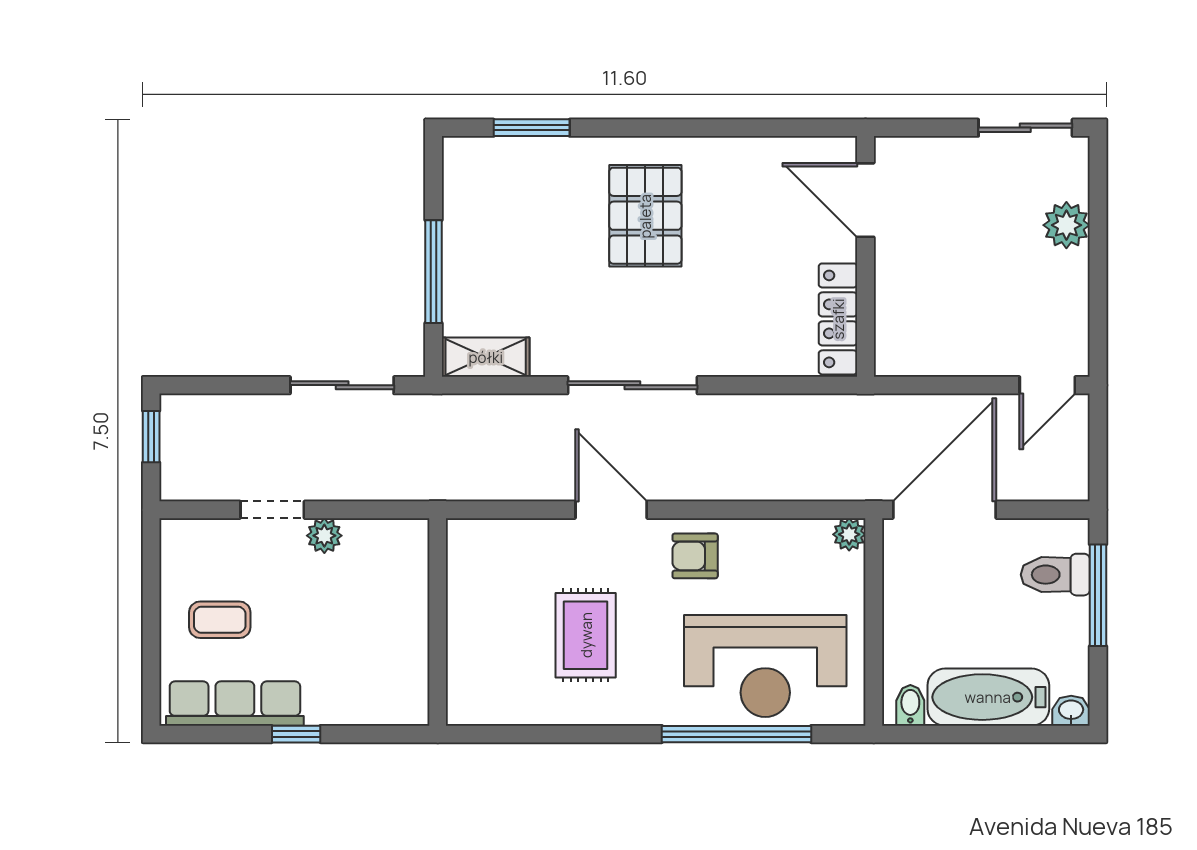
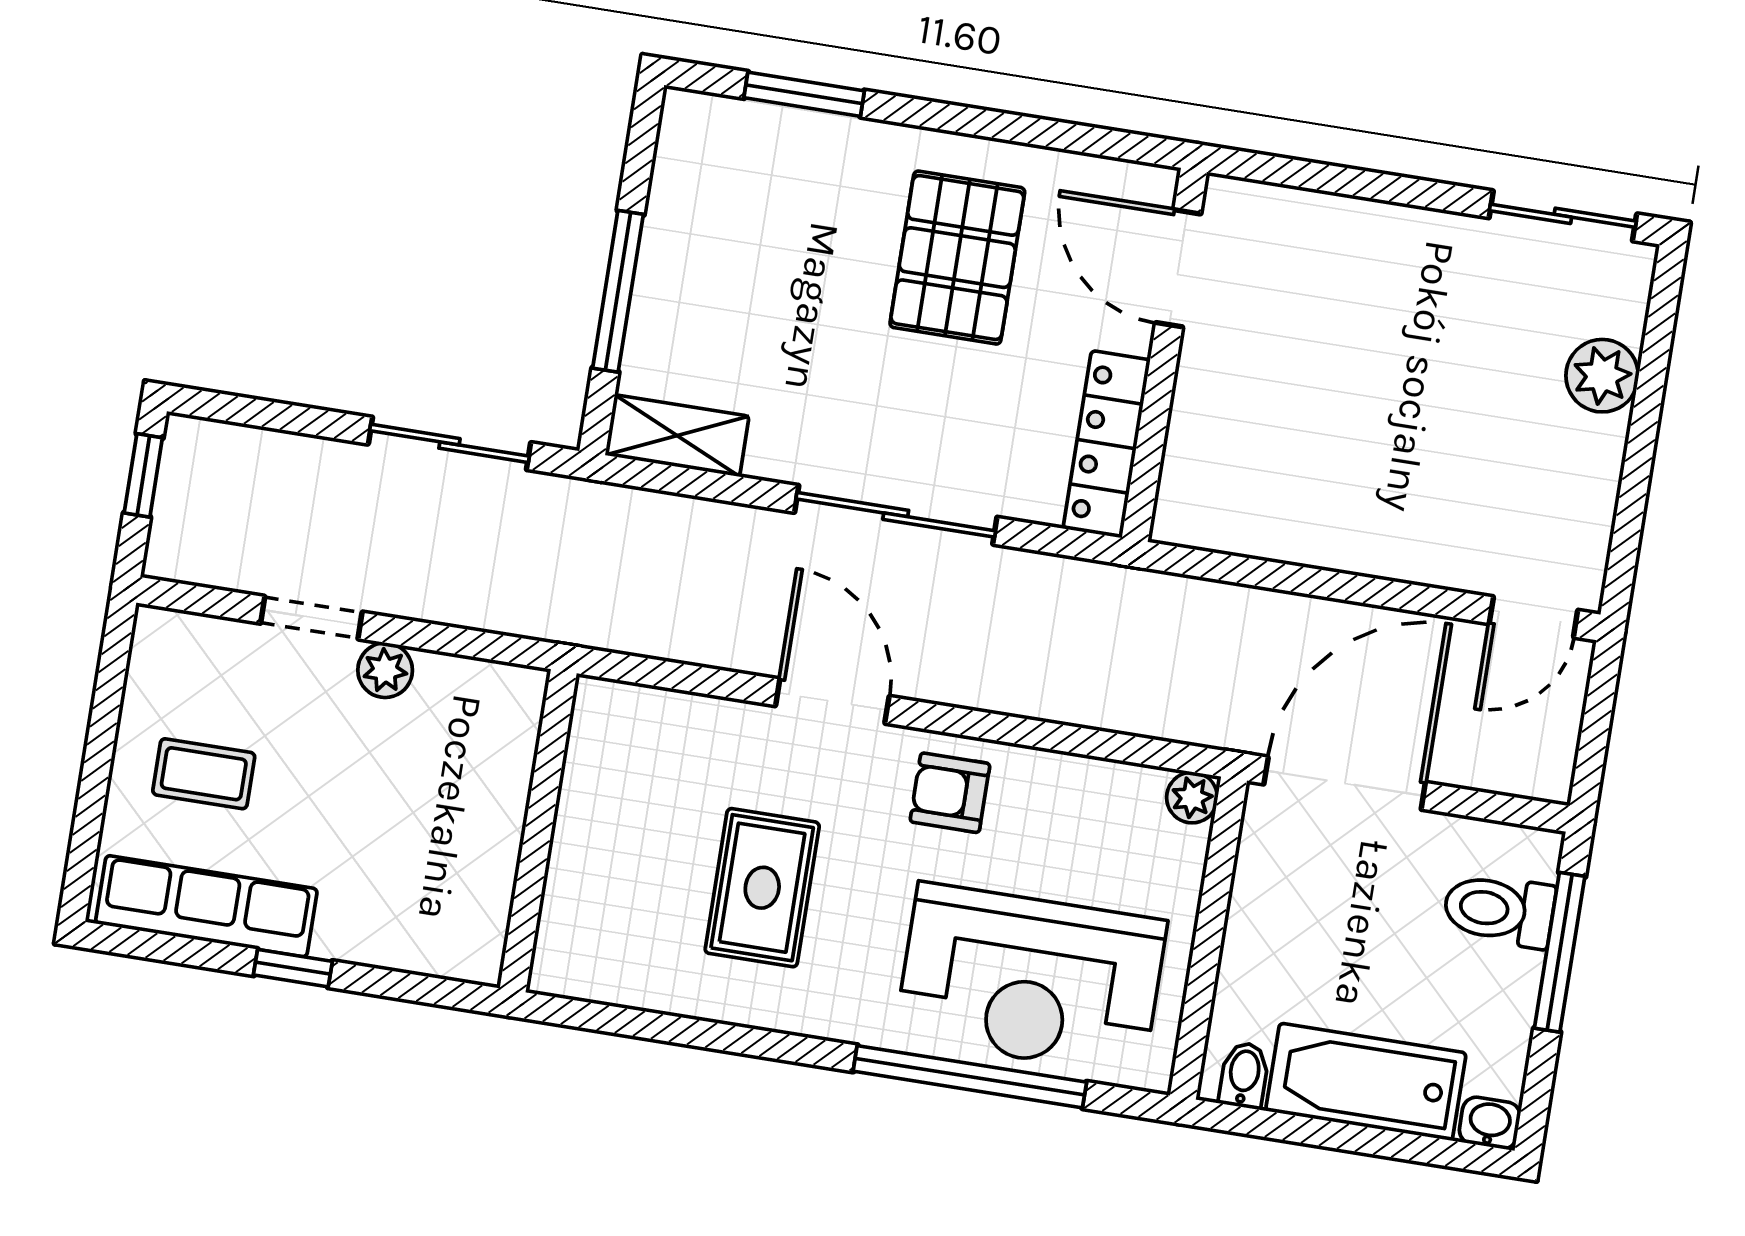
door: (865, 200) -> (1178, 268), moved
wall: (865, 256) -> (1164, 355), moved
locker: (838, 319) -> (1107, 444), moved

